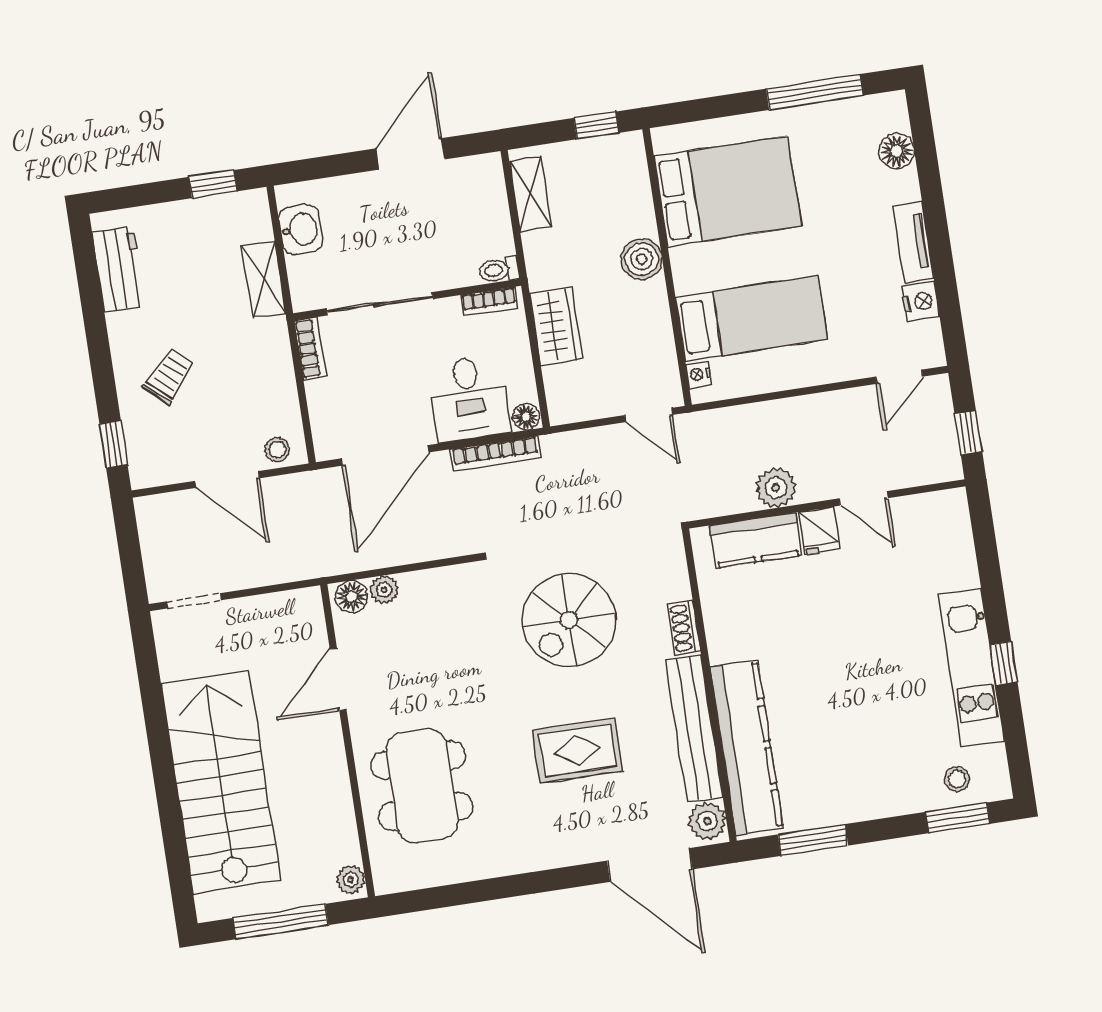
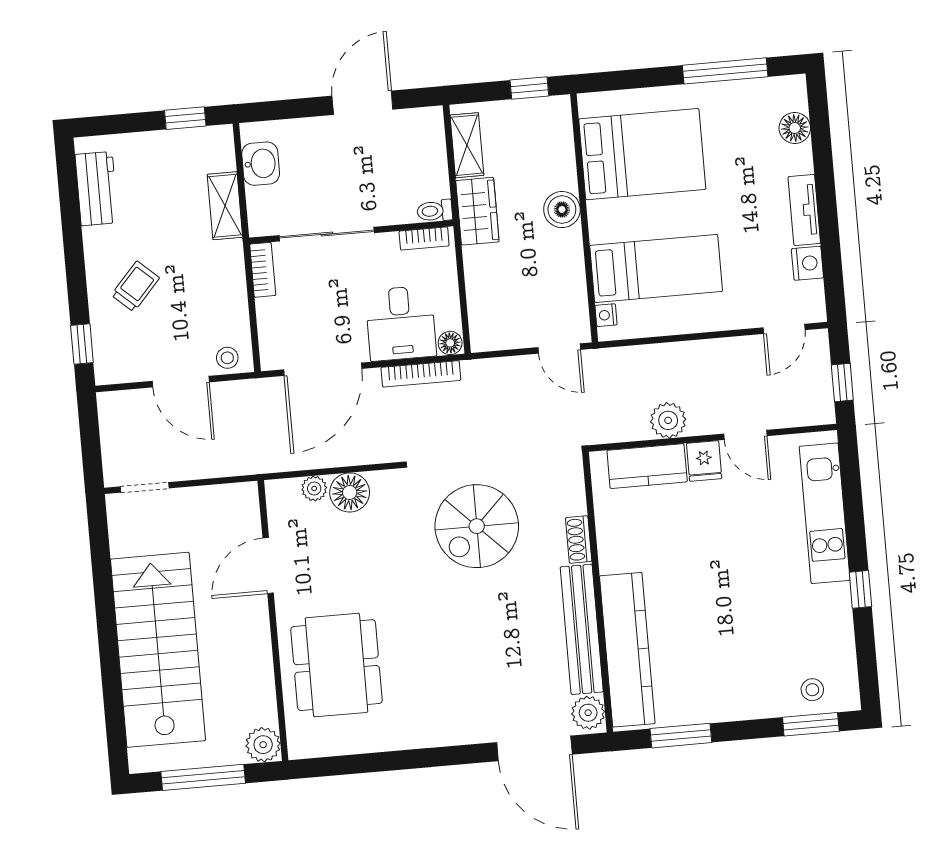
wardrobe: (556, 326) -> (477, 211), moved
floor lamp: (352, 597) -> (350, 492), moved, width x1.38, depth x1.38
kitchen unit: (971, 668) -> (825, 513), moved
rug: (577, 751) -> (477, 643), removed
plant: (351, 880) -> (263, 745), width x1.38, depth x1.38

